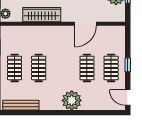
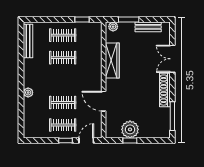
door: (128, 98) -> (86, 140), moved
plant: (72, 100) -> (28, 93), width x0.53, depth x0.53

